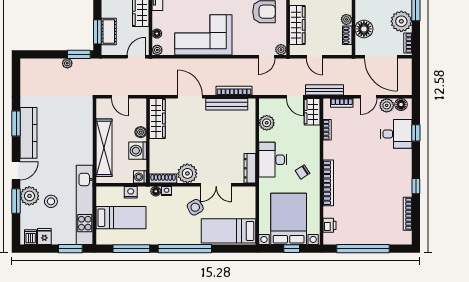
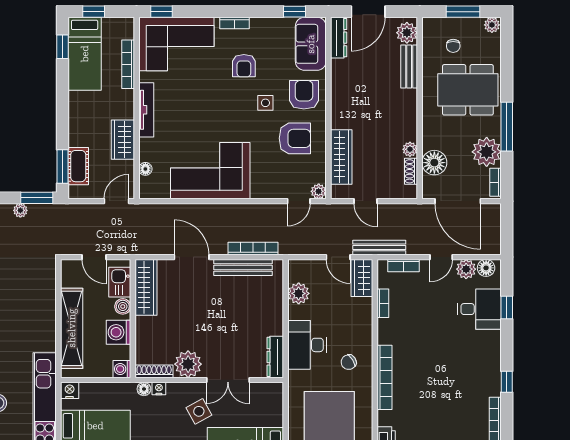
plant: (157, 50) -> (146, 192), removed
kitchen sink: (139, 115) -> (120, 282), added
nightstand: (131, 192) -> (70, 390), moved

